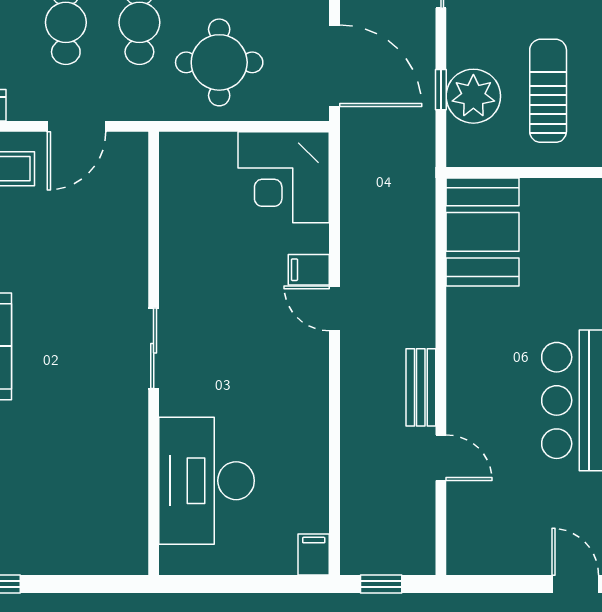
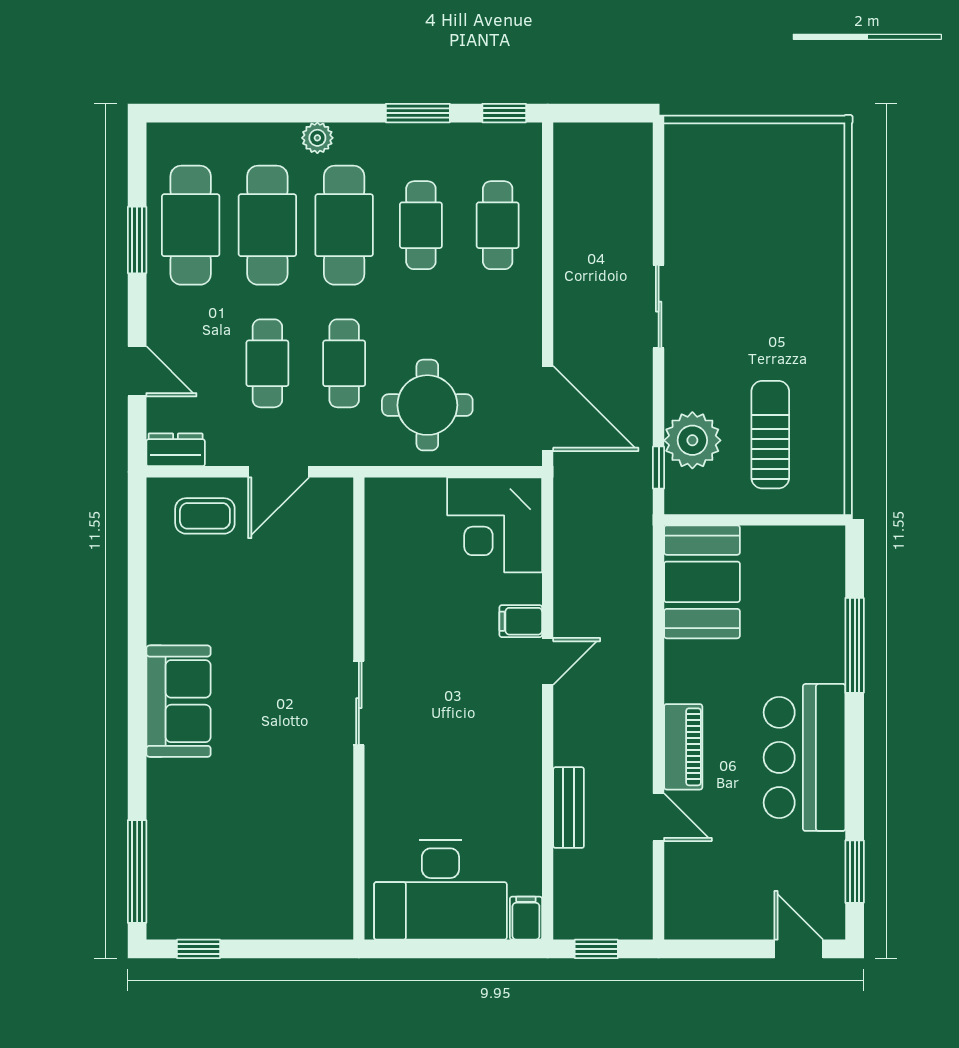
window: (441, 90) -> (659, 468), moved
door: (335, 308) -> (548, 661), swing flipped
bench: (421, 387) -> (569, 808), moved
piano: (465, 390) -> (683, 747), added
desk: (207, 481) -> (440, 890), moved, turned -90

